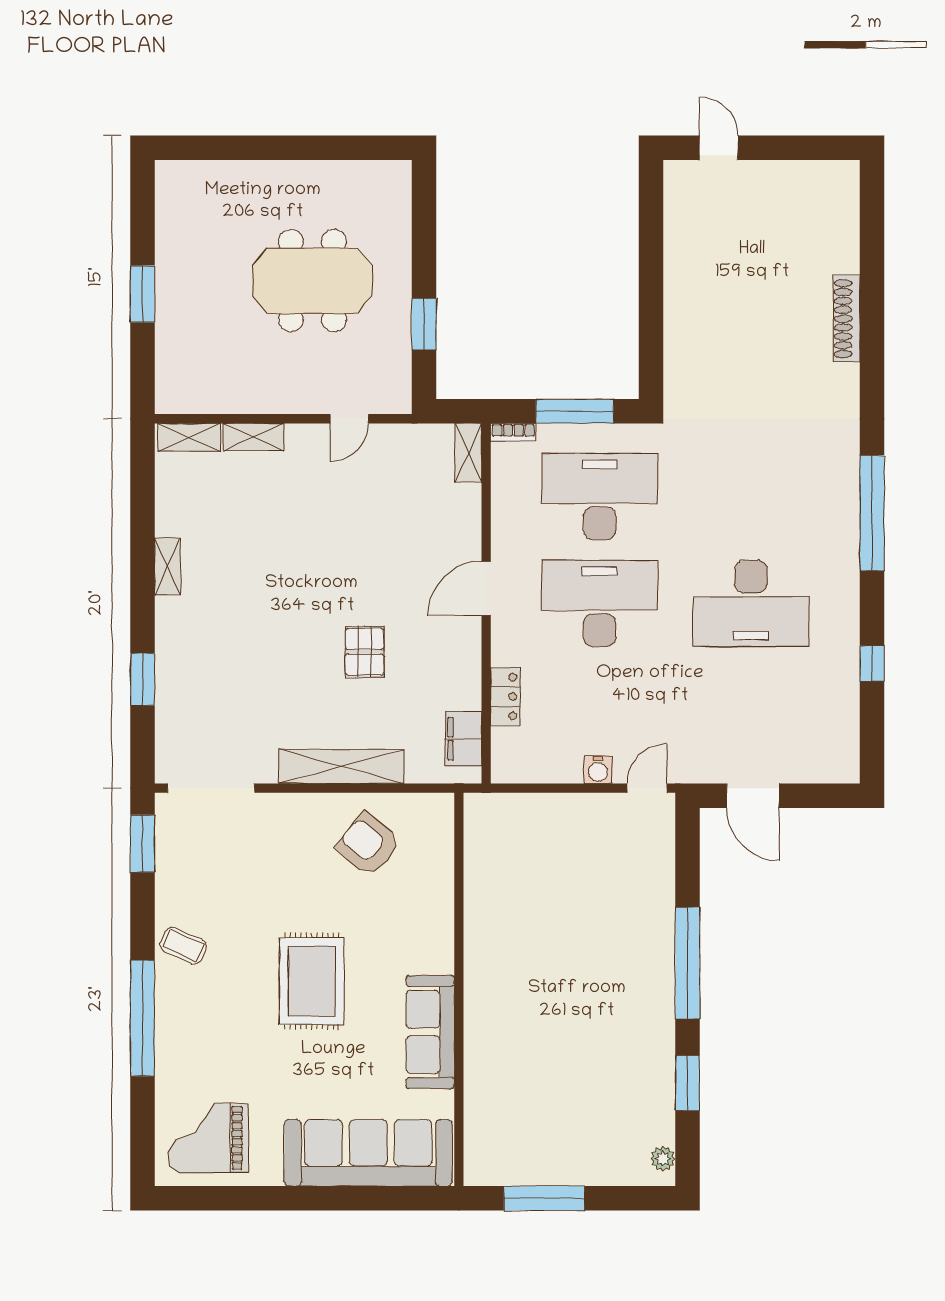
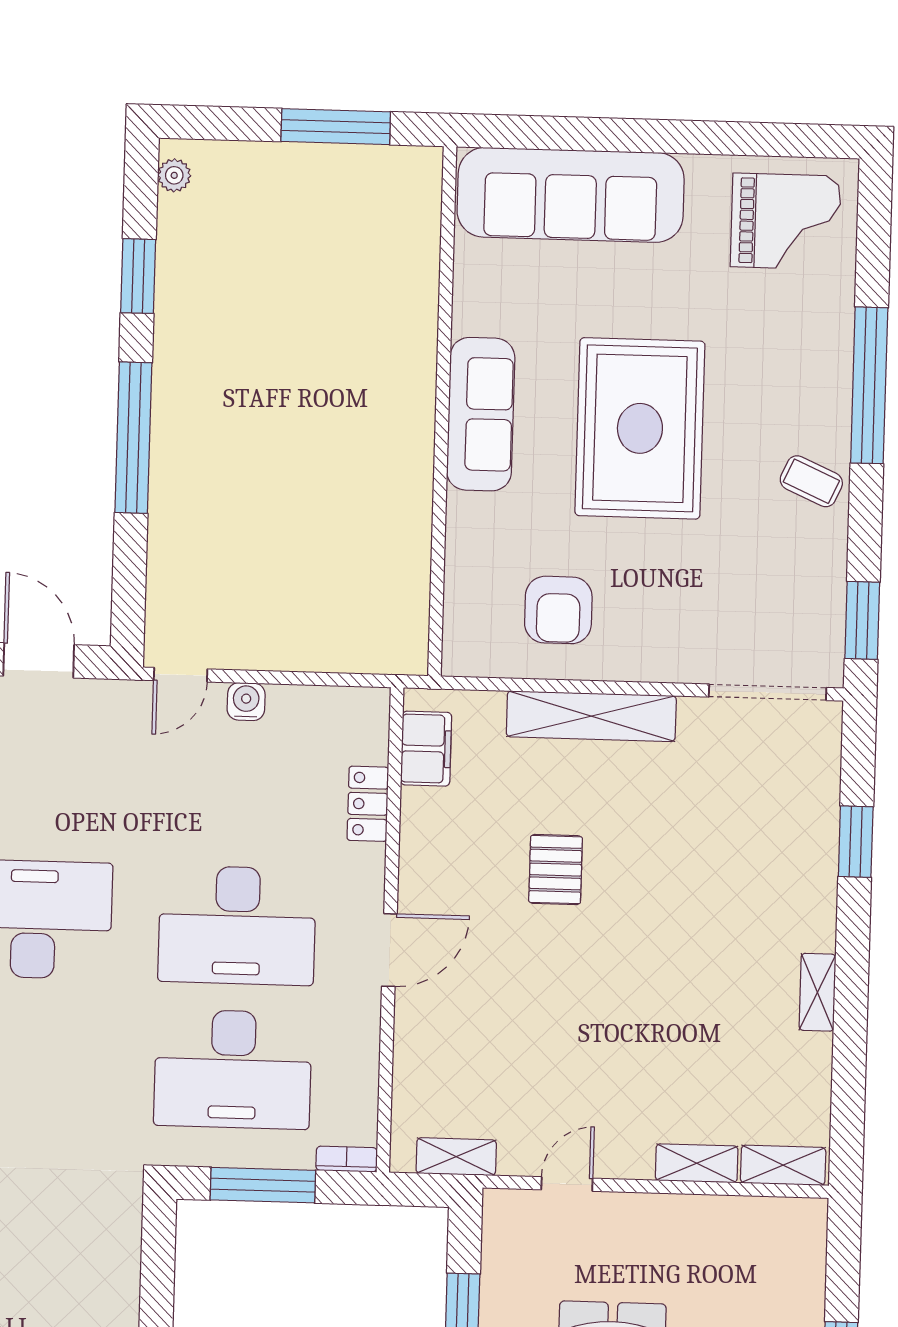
shelving: (468, 453) -> (456, 1157), moved, turned 90
armchair: (368, 845) -> (558, 610), turned 50
rug: (312, 981) -> (640, 428), width x1.37, depth x1.44
sofa: (430, 1032) -> (481, 414), moved

